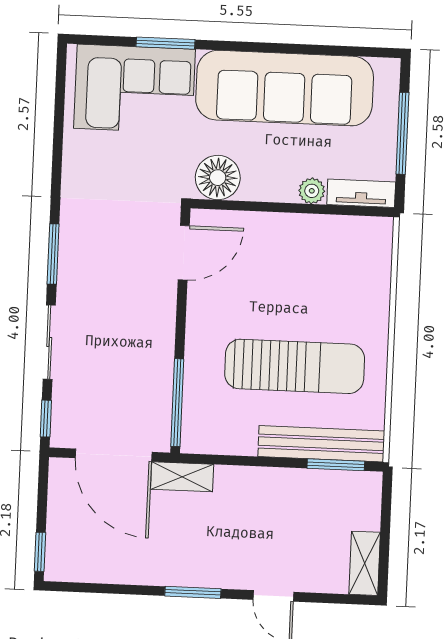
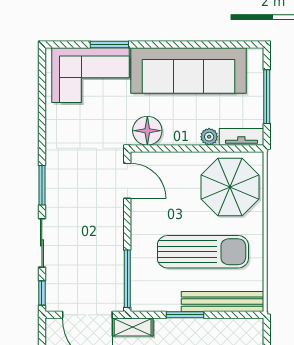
door: (184, 253) -> (127, 181), hinge flipped
parasol: (340, 269) -> (230, 187), added
window: (336, 465) -> (185, 315), moved

